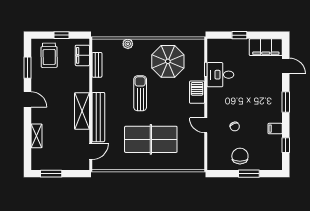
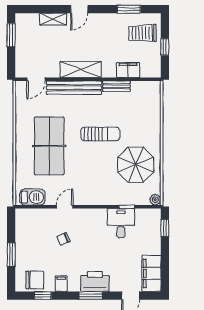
window: (239, 35) -> (165, 228), moved
plant: (128, 44) -> (155, 200), moved
filing cabinet: (82, 55) -> (128, 70), moved
bench: (97, 65) -> (116, 86), moved
barbecue: (197, 92) -> (32, 197), moved
printer: (273, 98) -> (95, 282), added
door: (27, 99) -> (79, 9), moved
door: (91, 151) -> (36, 79), hinge flipped
chair: (240, 156) -> (35, 280), moved

